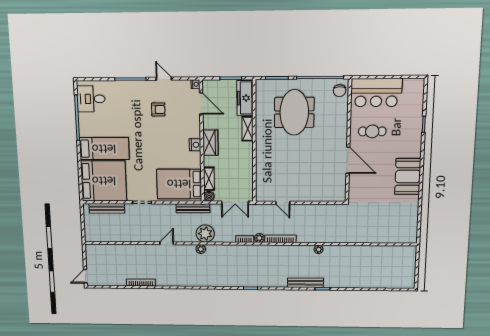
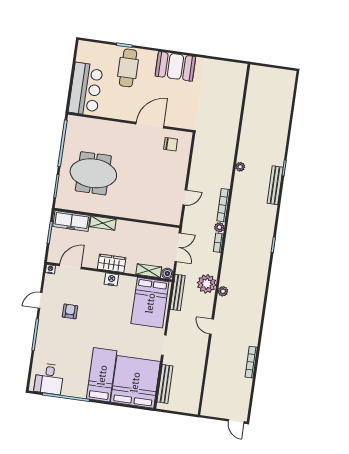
chair: (340, 91) -> (171, 144), moved
cafe table: (372, 131) -> (128, 68), moved, width x1.37, depth x1.35

